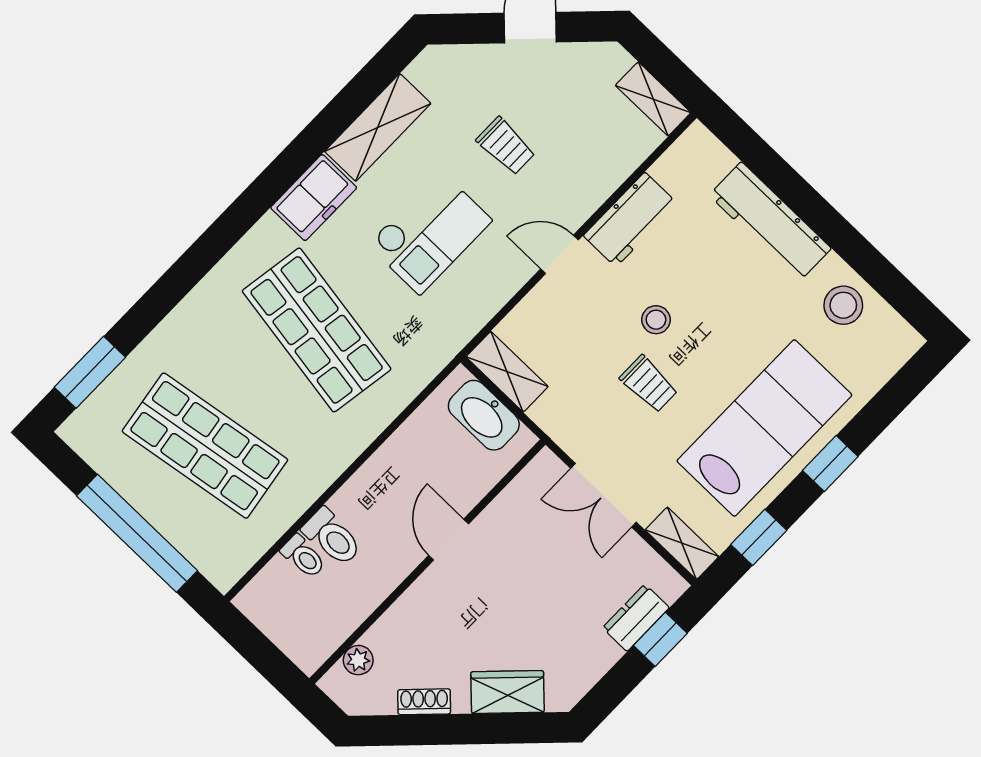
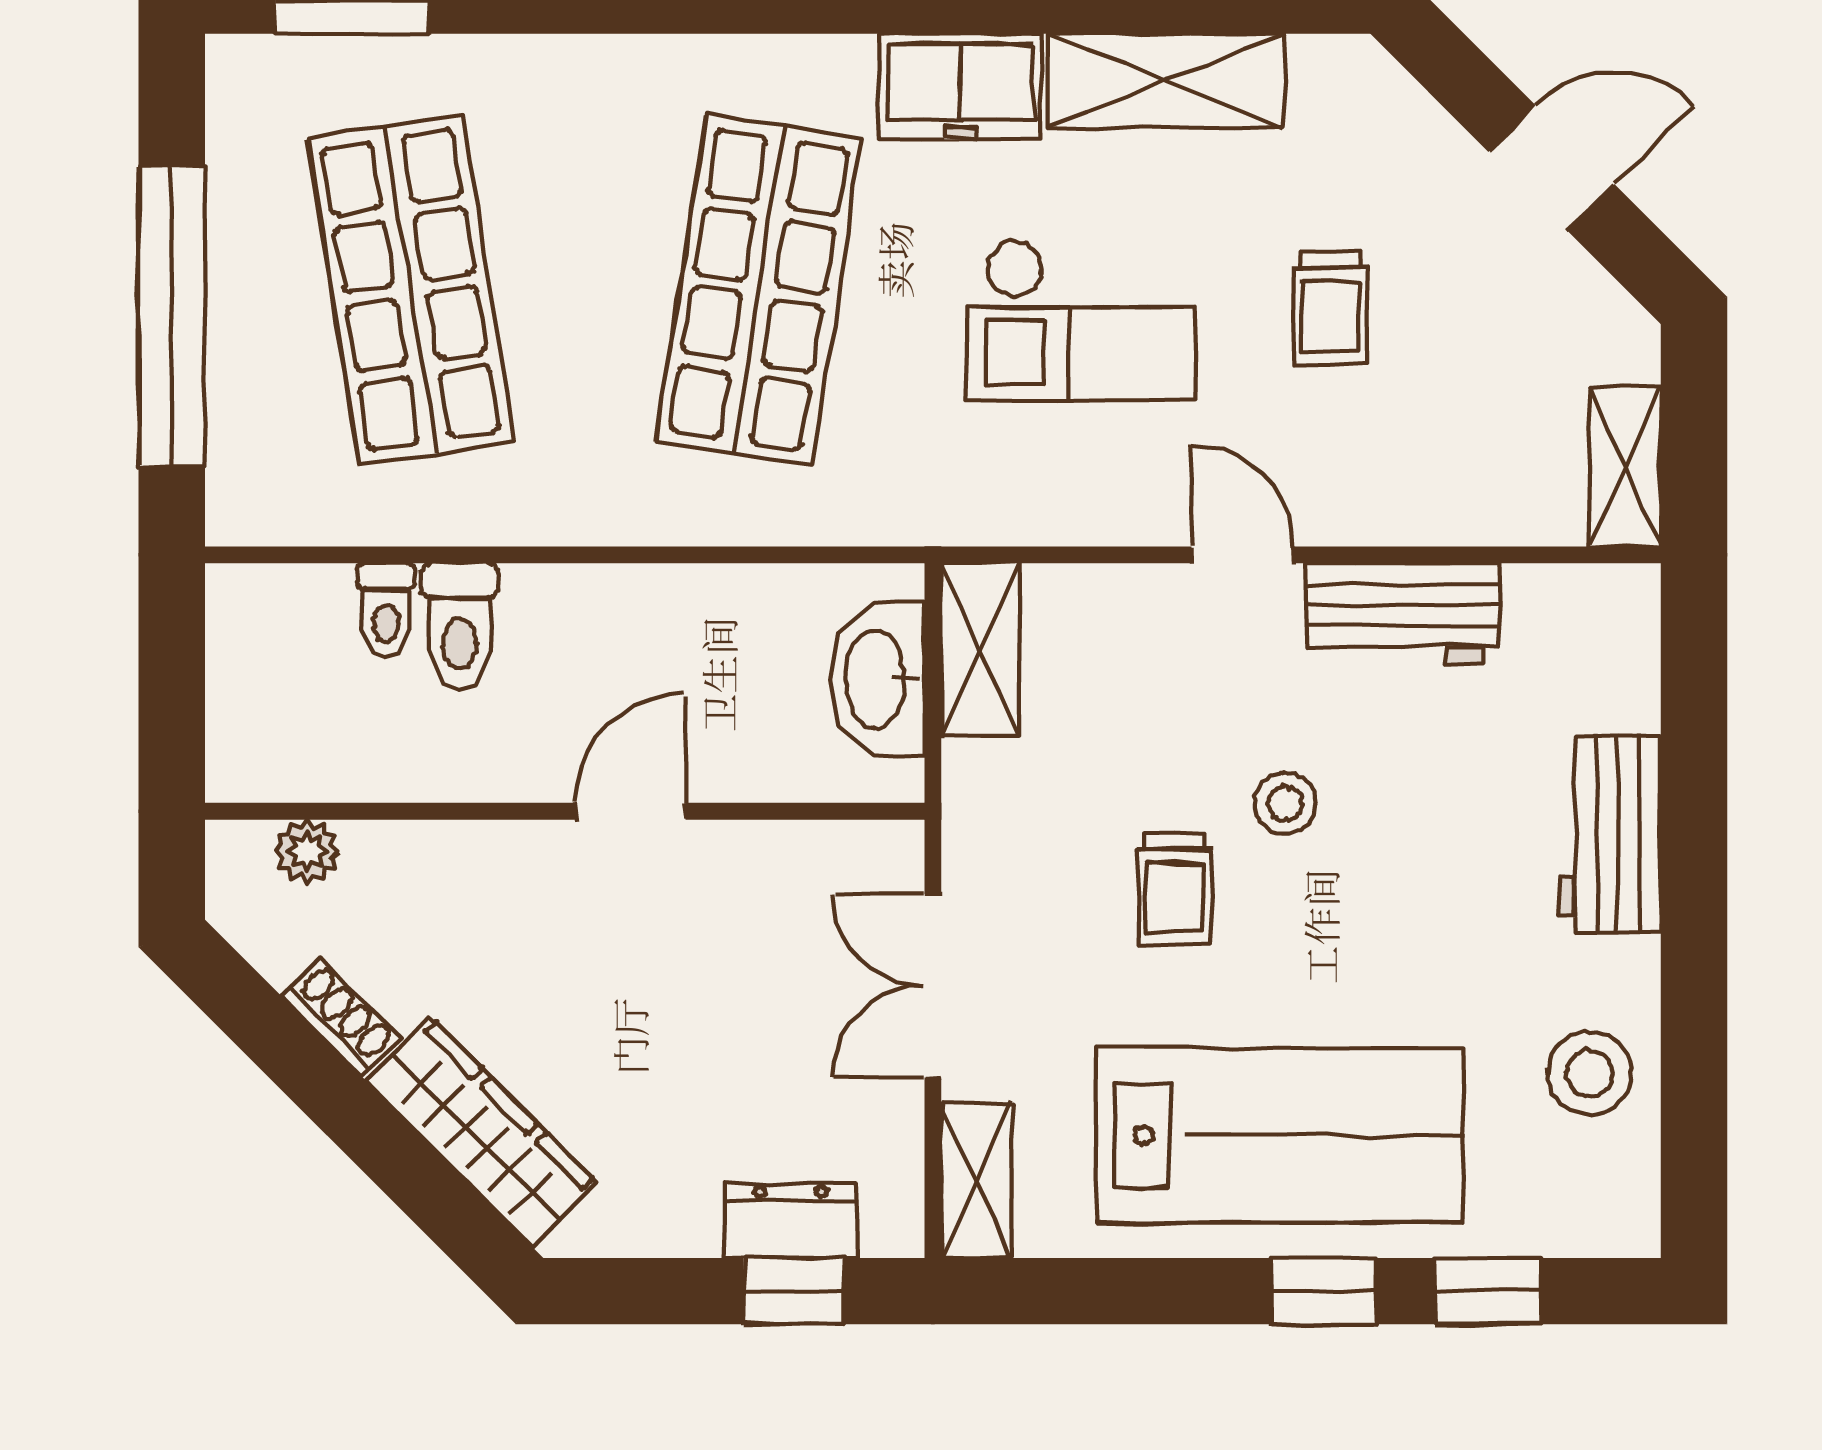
workbench: (770, 222) -> (1610, 834), width x0.73
window: (759, 537) -> (1488, 1291), moved
wardrobe: (508, 692) -> (482, 1132), width x1.50

